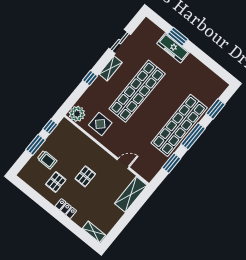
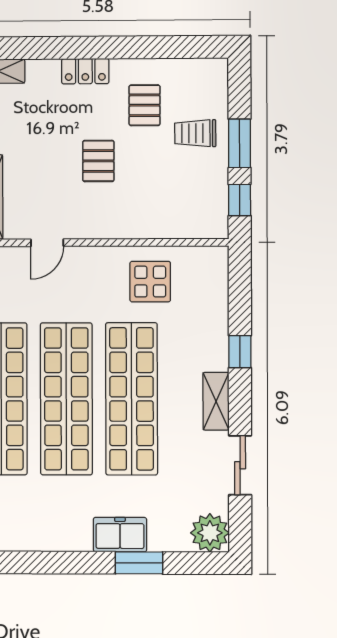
freezer: (173, 48) -> (120, 535), width x0.71
shop shelf: (158, 108) -> (66, 399), added
plant: (77, 114) -> (210, 533), moved

